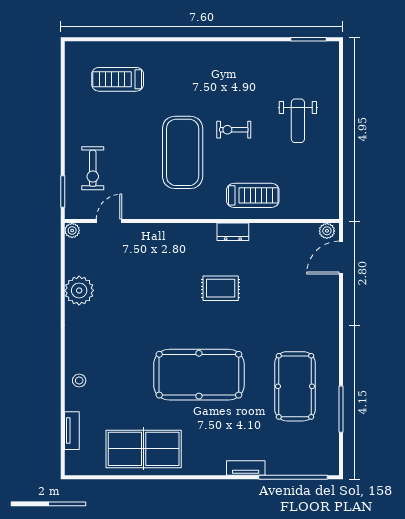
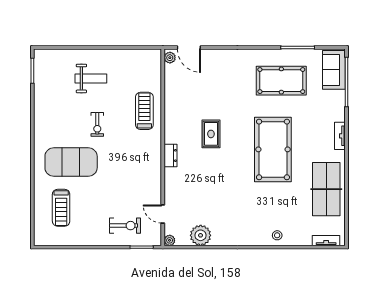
exercise mat: (183, 152) -> (71, 162), moved
dresser: (233, 232) -> (171, 155), moved
plant: (79, 290) -> (201, 235), moved
tv unit: (72, 431) -> (326, 241), moved
sofa: (310, 460) -> (334, 70), added
tv unit: (246, 468) -> (340, 136), moved

